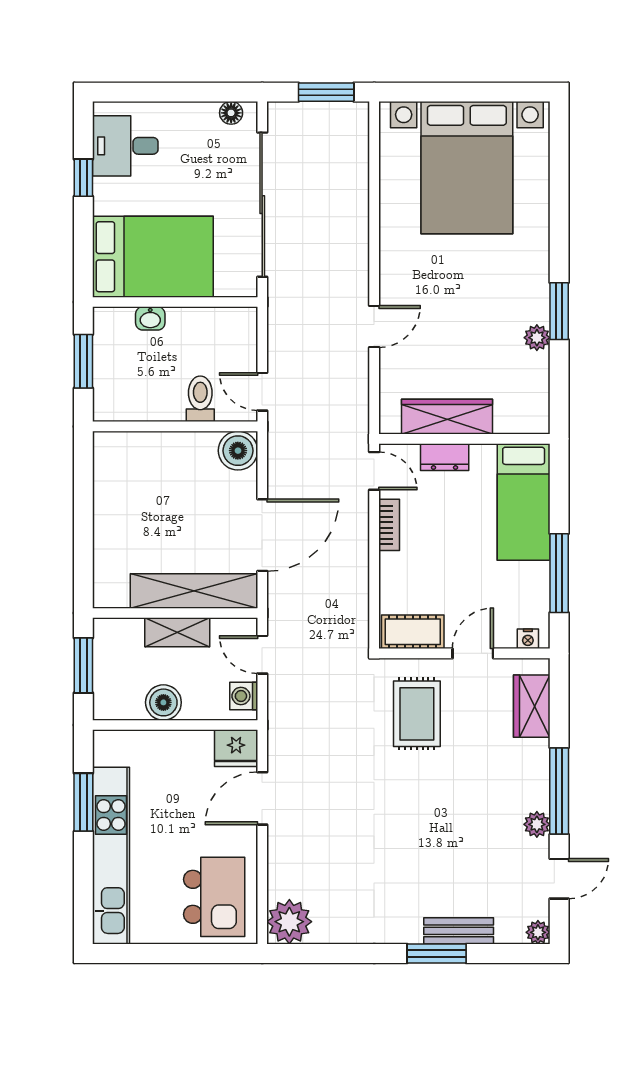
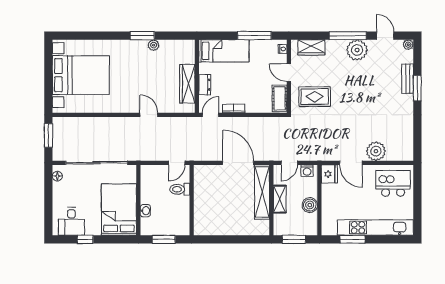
boiler: (238, 451) -> (202, 173), removed
plant: (537, 824) -> (357, 50), width x1.88, depth x1.88
plant: (289, 922) -> (376, 151), moved

